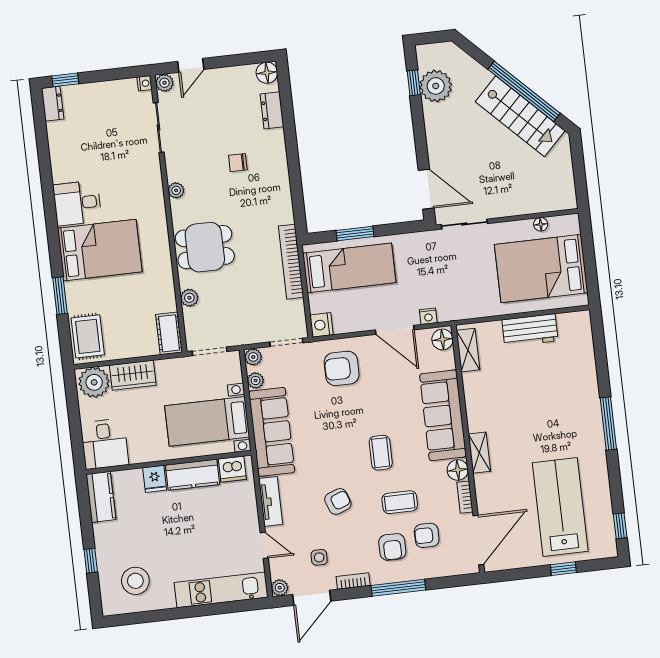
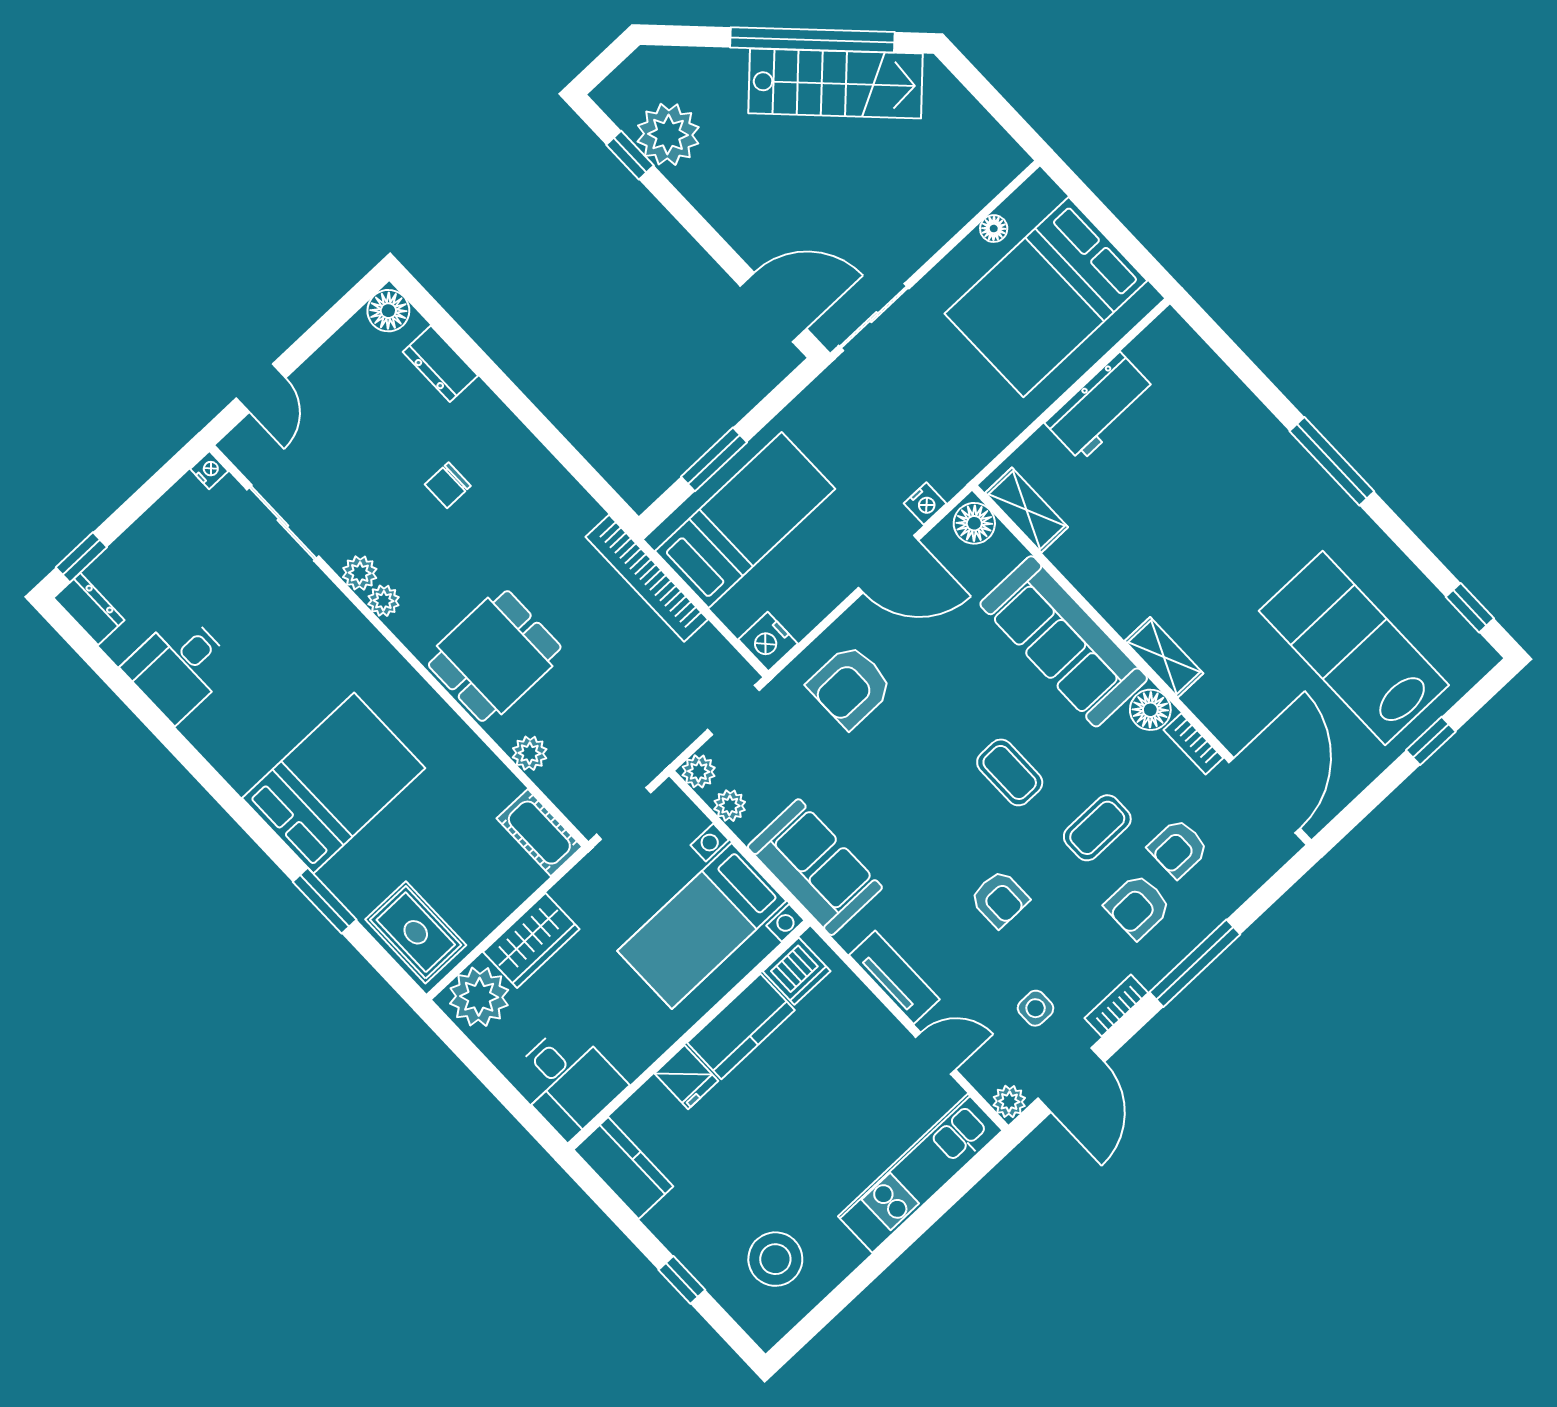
plant: (164, 83) -> (360, 573), moved
desk: (77, 203) -> (179, 667), moved
sofa: (272, 432) -> (815, 867), width x0.73
armchair: (338, 501) -> (1000, 899), turned 110
armchair: (392, 547) -> (1138, 906), turned 90

